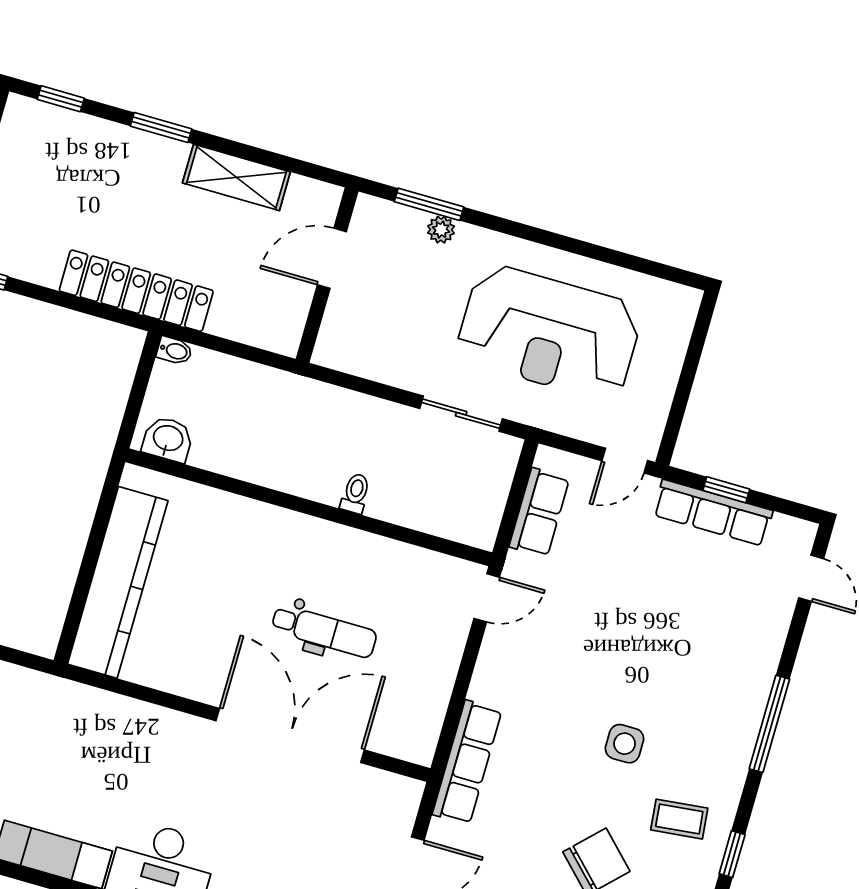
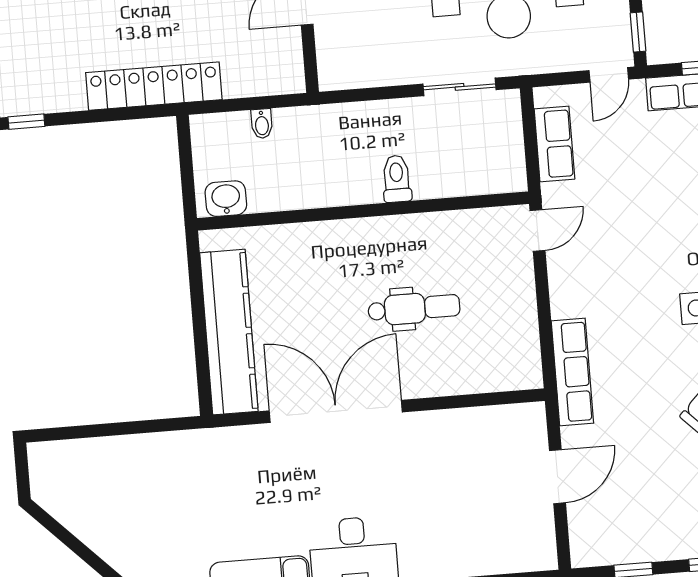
bidet: (174, 351) -> (262, 124), moved, turned 90
window: (673, 427) -> (638, 32), added
toilet: (355, 493) -> (397, 179), width x1.37, depth x1.39
double door: (290, 735) -> (336, 411), moved

